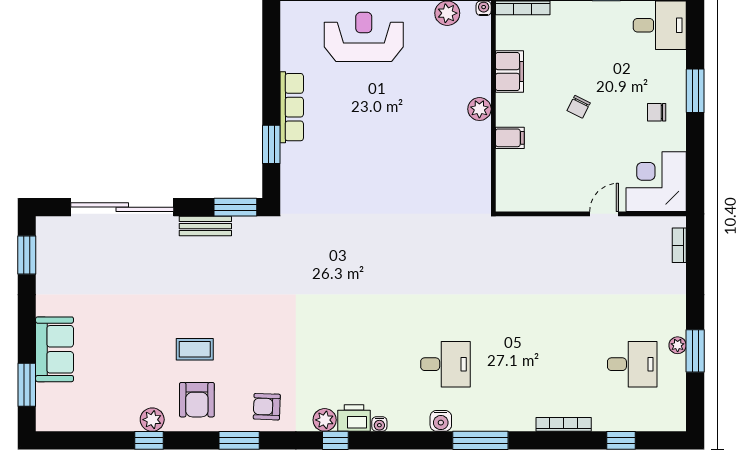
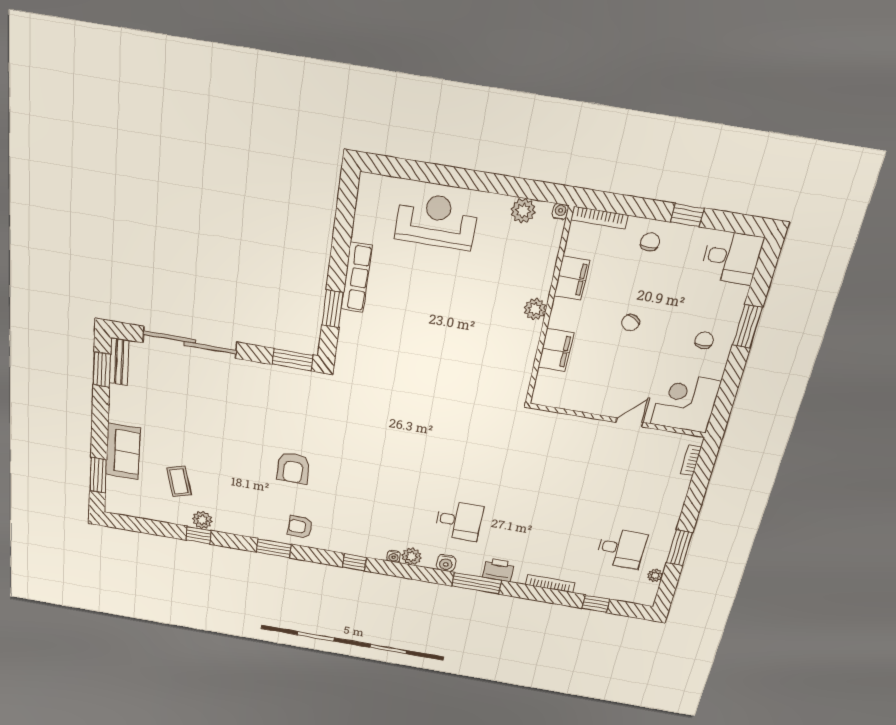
chair: (577, 23) -> (650, 242), added
chair: (657, 112) -> (704, 340), turned 90
filing cabinet: (510, 138) -> (556, 350), width x2.00
bench: (205, 226) -> (119, 362), moved, turned 90
plant: (678, 345) -> (655, 575), moved
coffee table: (195, 349) -> (179, 481), moved, turned 74
armchair: (197, 400) -> (293, 468), moved
printer: (354, 418) -> (498, 570), moved
plant: (325, 420) -> (412, 556), moved

